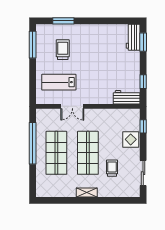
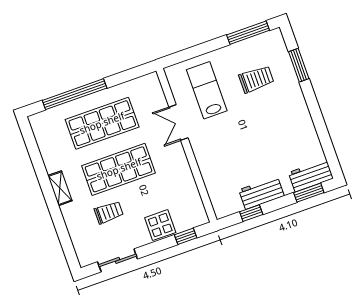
workbench: (127, 97) -> (261, 193), moved, turned -90
window: (33, 143) -> (75, 94), moved

